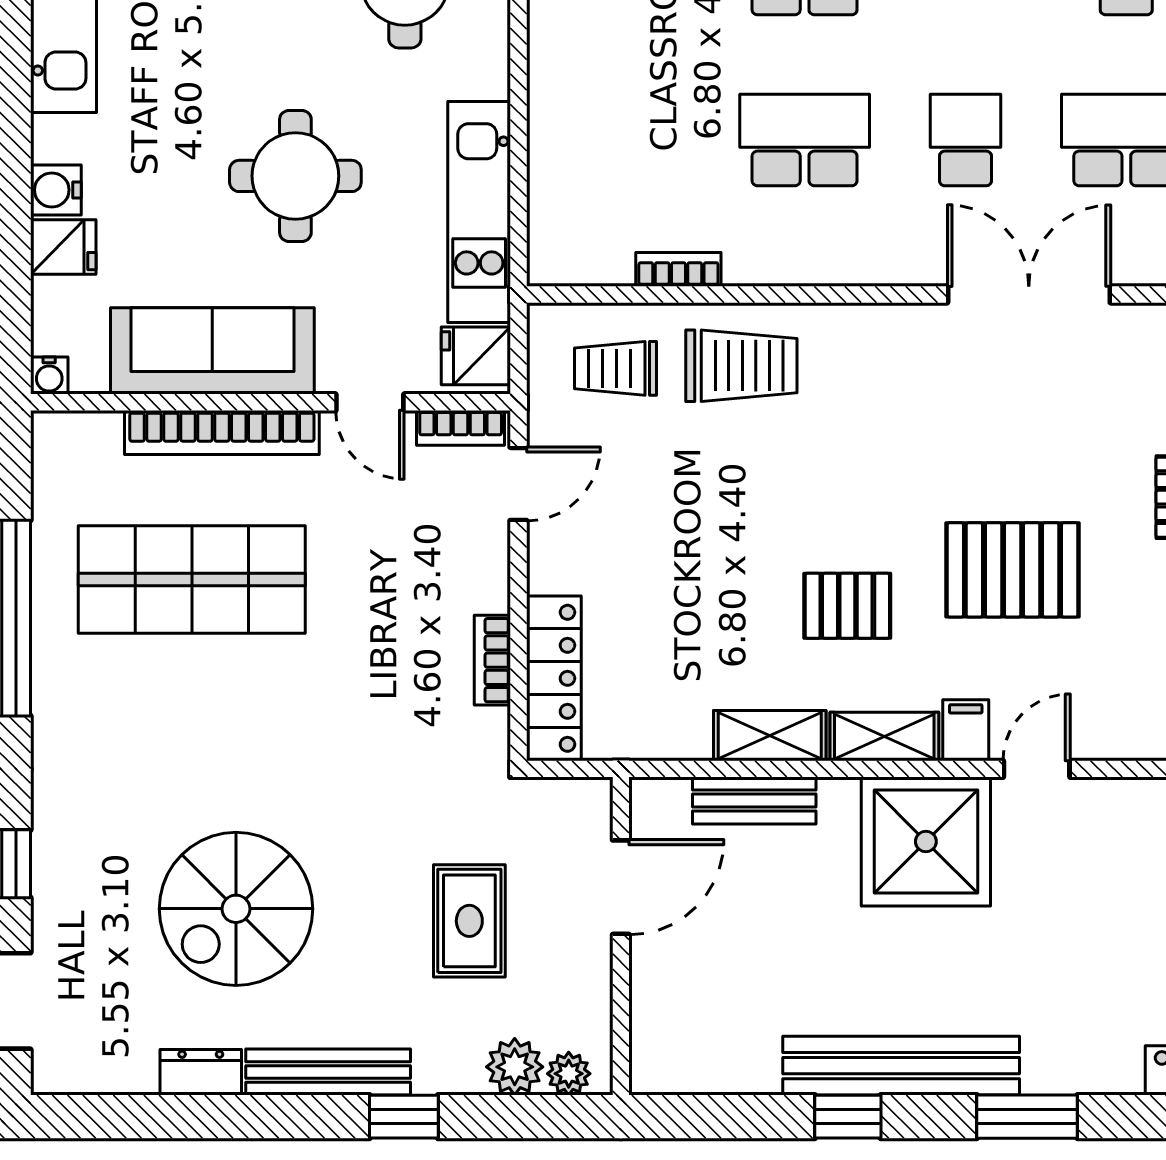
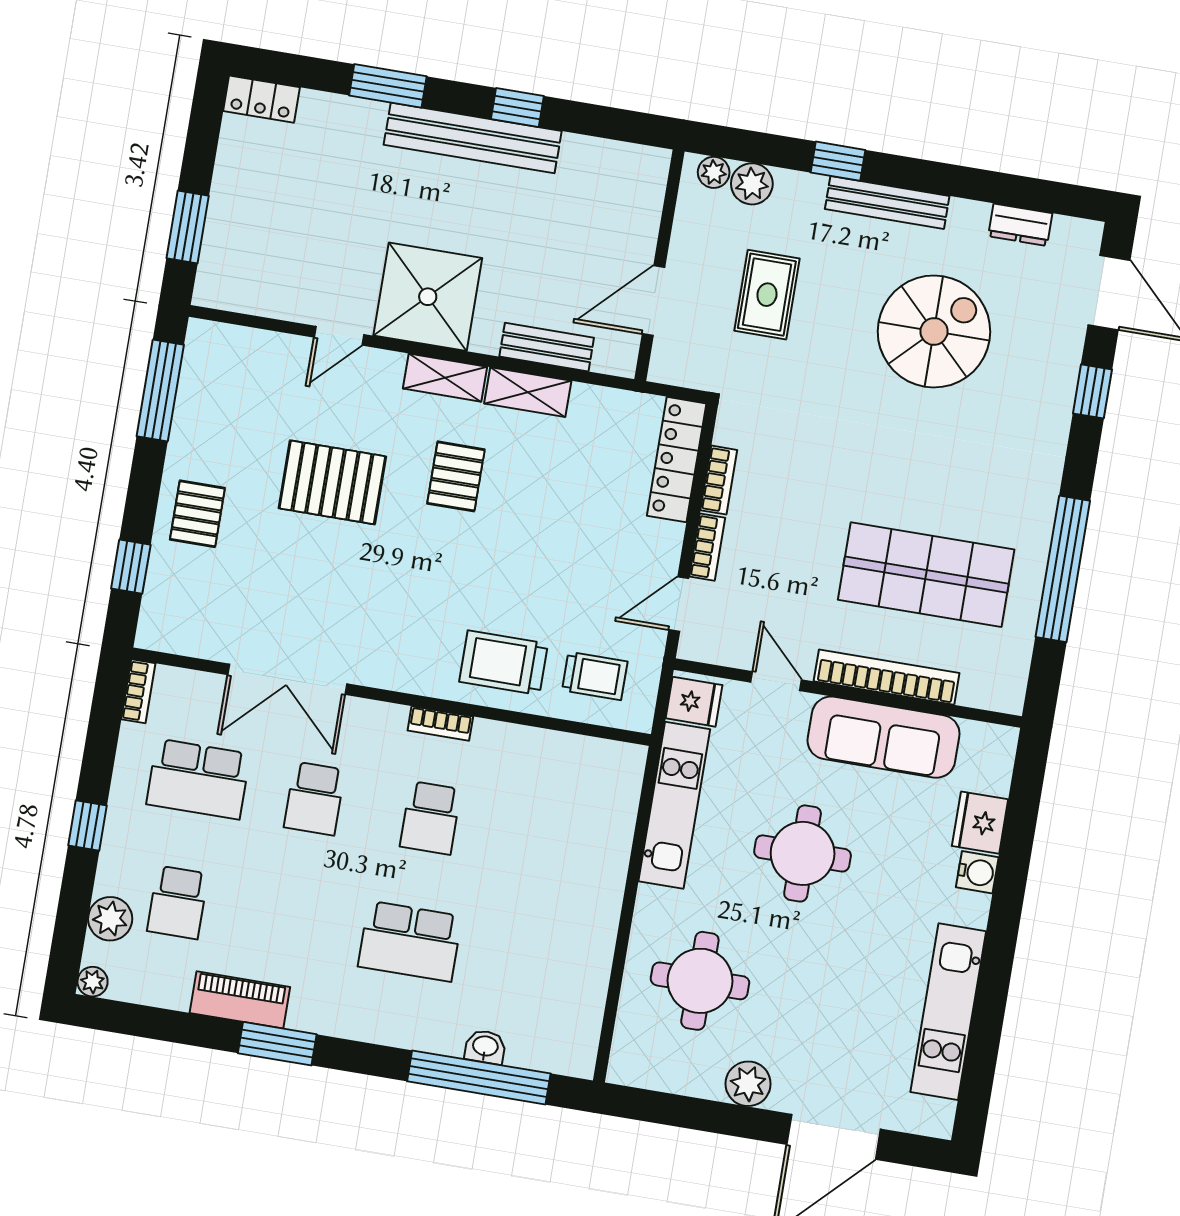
school desk: (805, 140) -> (431, 818), width x0.54
fridge: (63, 247) -> (980, 823), width x1.38
bookcase: (678, 269) -> (440, 723), moved
water cooler: (49, 376) -> (1004, 739), removed
bookcase: (461, 428) -> (707, 547), moved, turned 90
pallet: (847, 606) -> (456, 476), turned 90
filing cabinet: (966, 730) -> (386, 372), removed
dresser: (201, 1072) -> (1020, 225), moved

